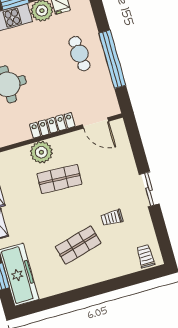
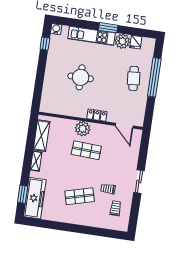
window: (112, 59) -> (154, 77), moved
locker: (52, 125) -> (97, 115), width x0.66
trolley: (145, 256) -> (116, 208), moved

